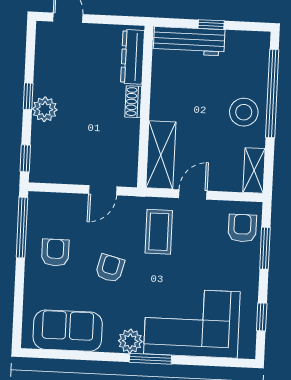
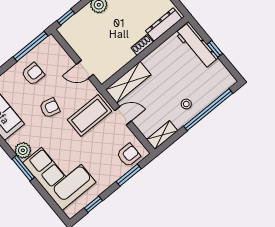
stool: (244, 112) -> (186, 104), width x0.53, depth x0.53
coffee table: (159, 232) -> (89, 116), width x1.36, depth x1.32

